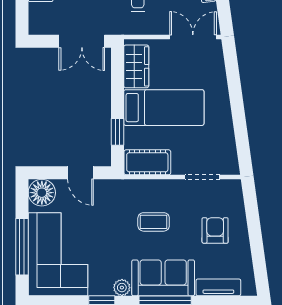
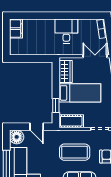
double door: (82, 41) -> (37, 59), removed
coffee table: (154, 222) -> (75, 152), width x1.86, depth x1.72

